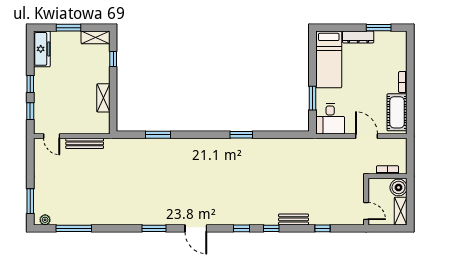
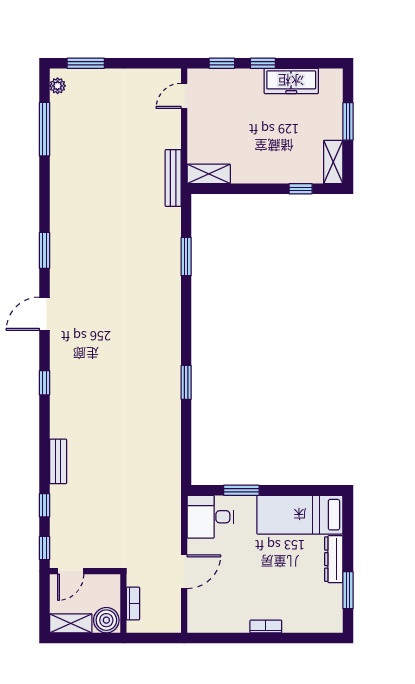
freezer: (42, 49) -> (291, 81), moved
shelving: (103, 98) -> (209, 174), moved
cot: (397, 112) -> (220, 618), removed
bench: (85, 143) -> (173, 178), moved
window: (271, 228) -> (45, 548), moved

